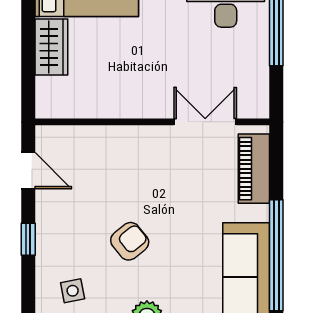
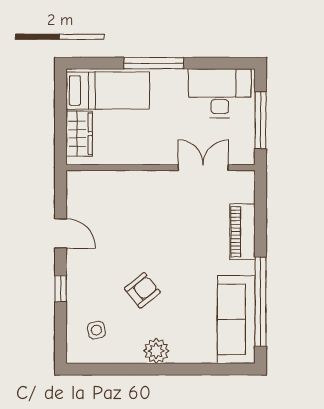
wall: (152, 122) -> (161, 168), moved
double door: (205, 122) -> (203, 168), moved

